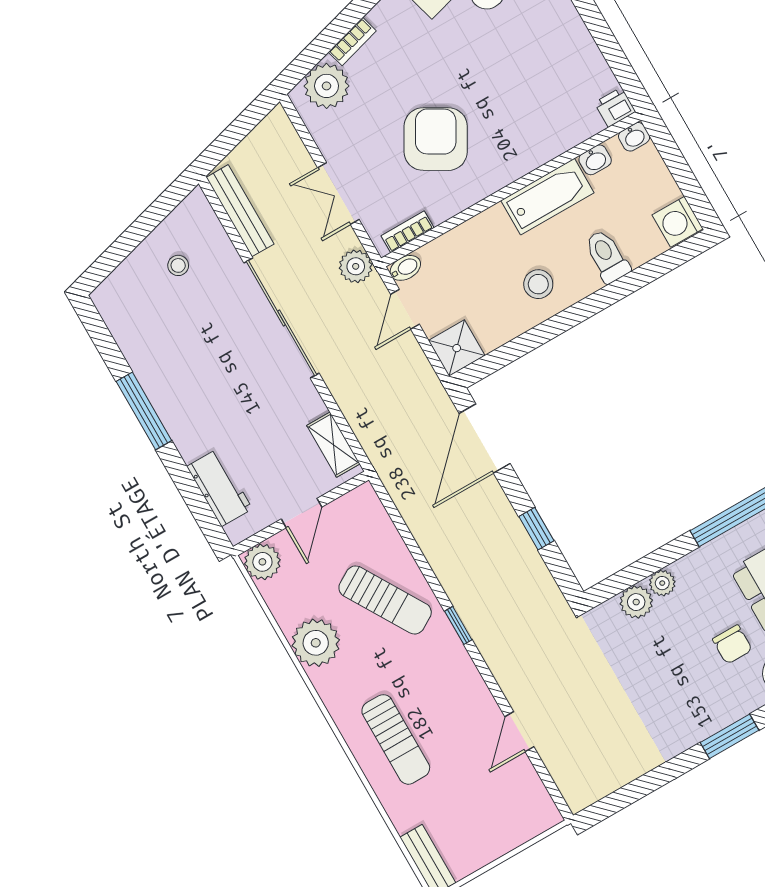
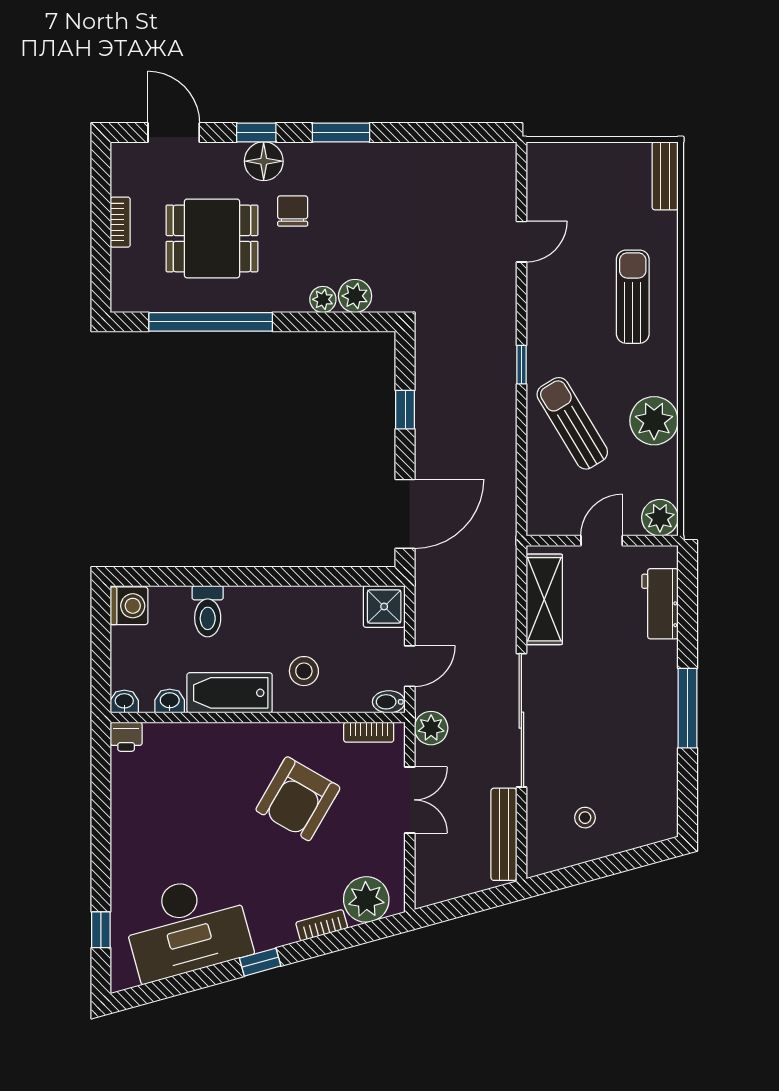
stool: (538, 284) -> (304, 671), moved
shelving: (333, 445) -> (544, 599), width x1.50, depth x1.33

